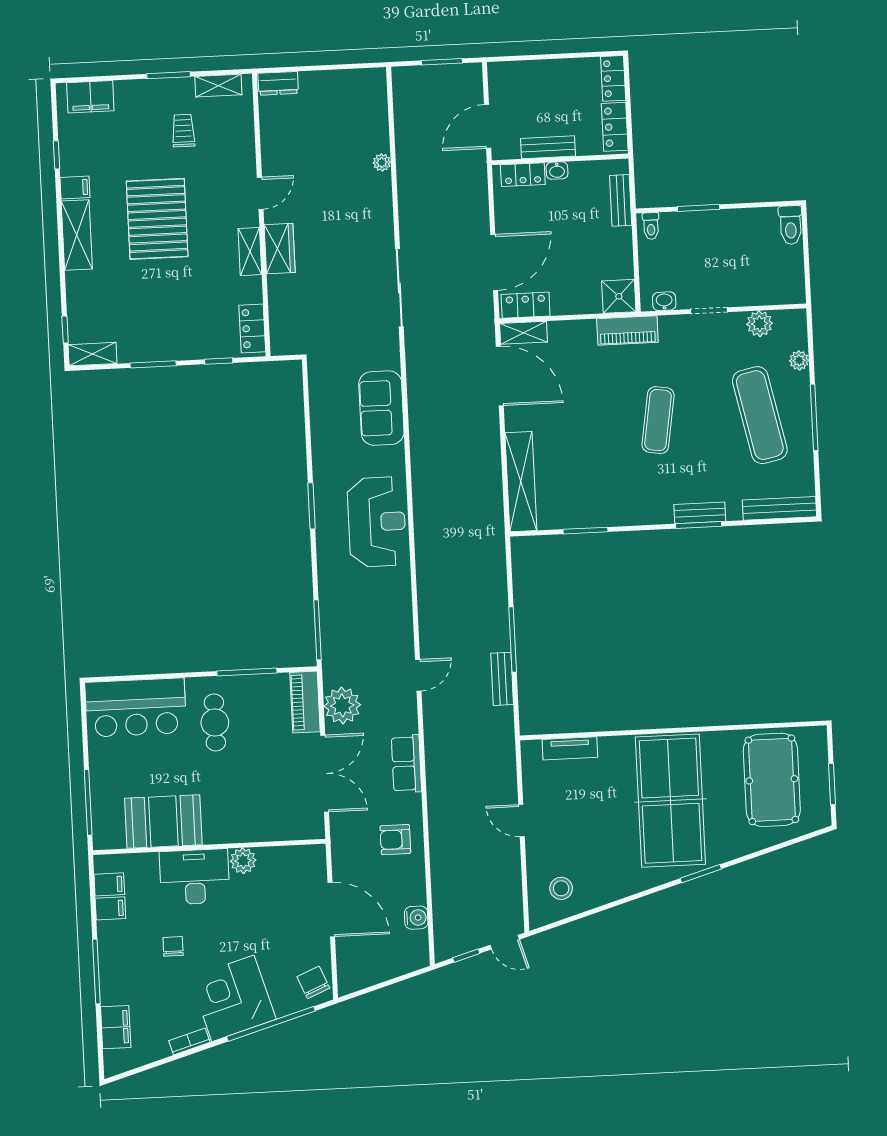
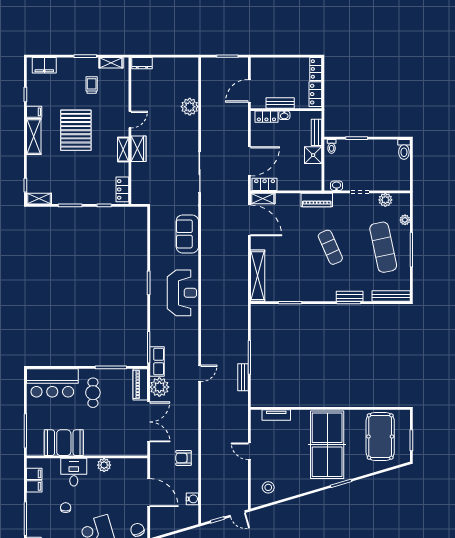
plant: (382, 162) -> (190, 107), width x1.88, depth x1.88
shower: (619, 296) -> (313, 155), moved
exercise mat: (658, 420) -> (330, 247), turned -33
row of seats: (406, 764) -> (157, 362), moved, turned 180
desk: (195, 877) -> (74, 472), width x0.73

